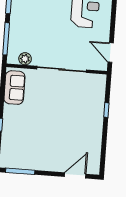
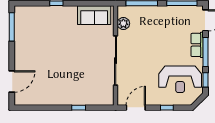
window: (113, 21) -> (167, 108), added
door: (75, 175) -> (12, 81), hinge flipped

